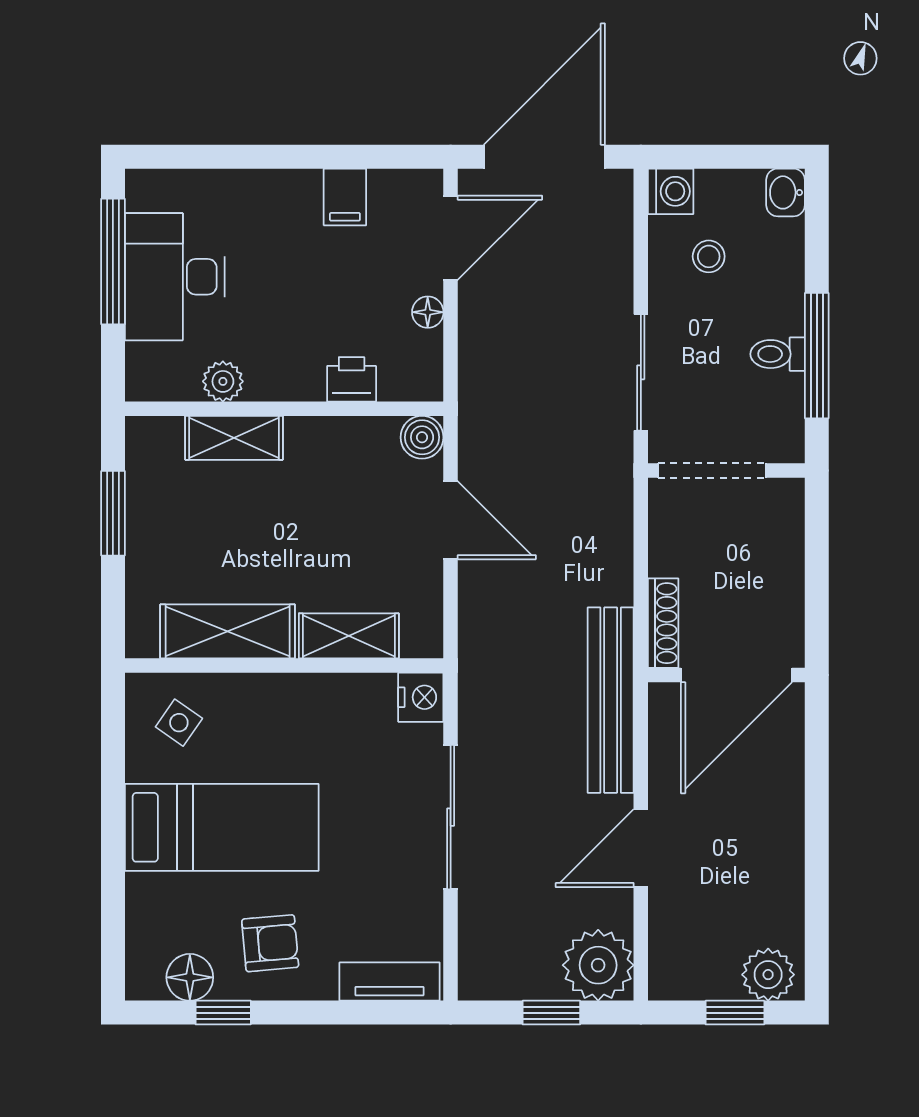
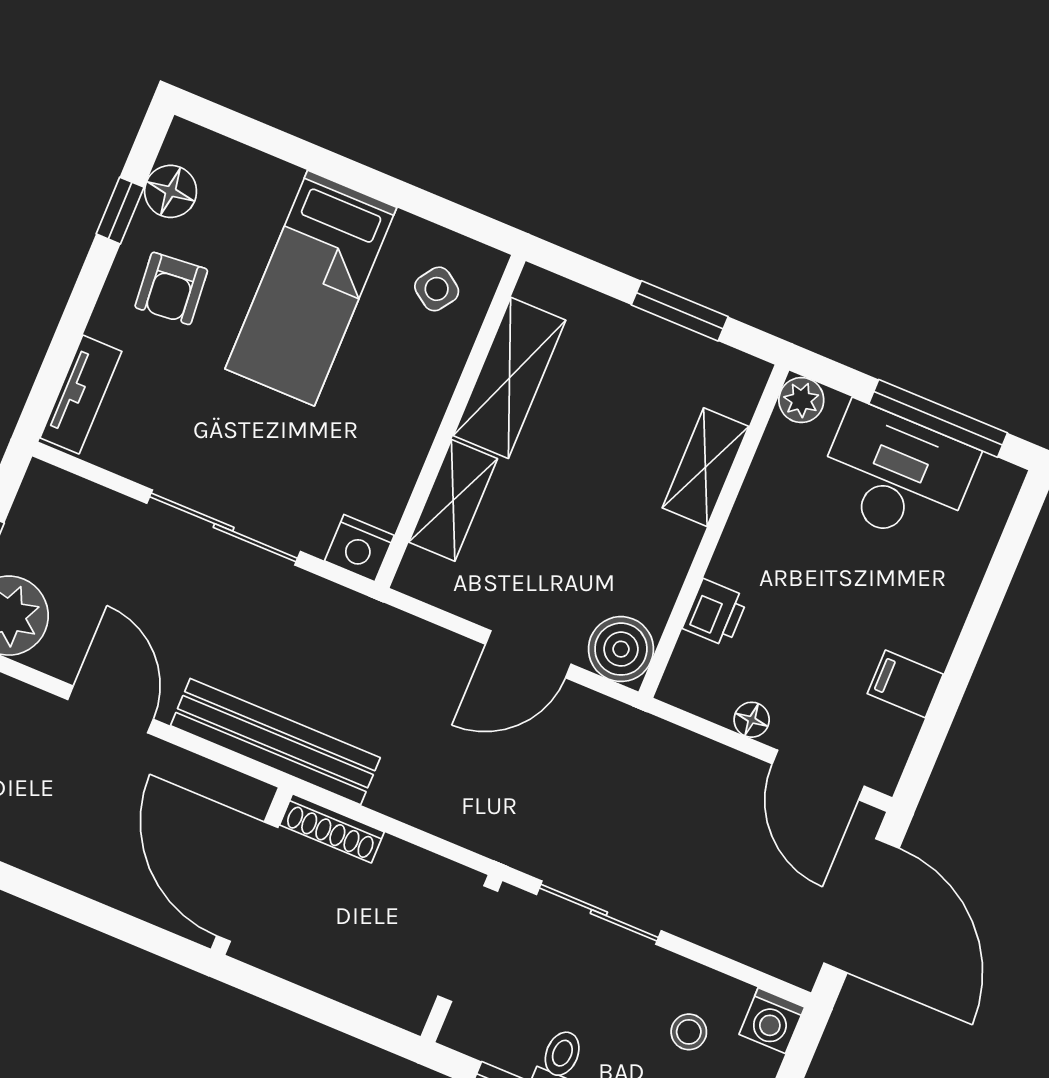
plant: (223, 381) -> (801, 400), moved
boiler: (422, 437) -> (621, 649), width x1.36, depth x1.36

